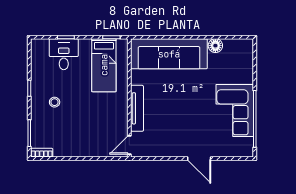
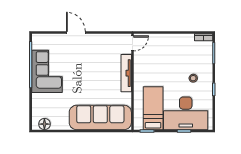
floor lamp: (215, 46) -> (44, 124), moved
desk: (64, 54) -> (186, 113), width x1.87, depth x1.30

